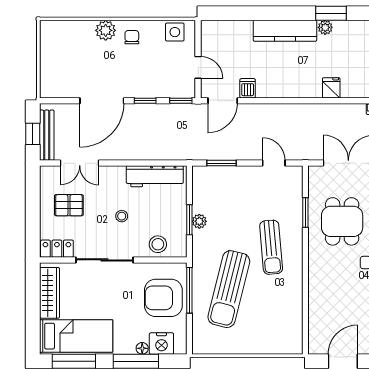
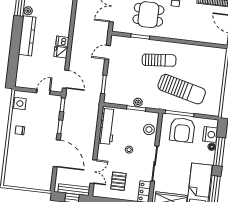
plant: (106, 30) -> (14, 146), removed
dishwasher: (248, 88) -> (62, 41), moved
fridge: (331, 88) -> (61, 52), moved

